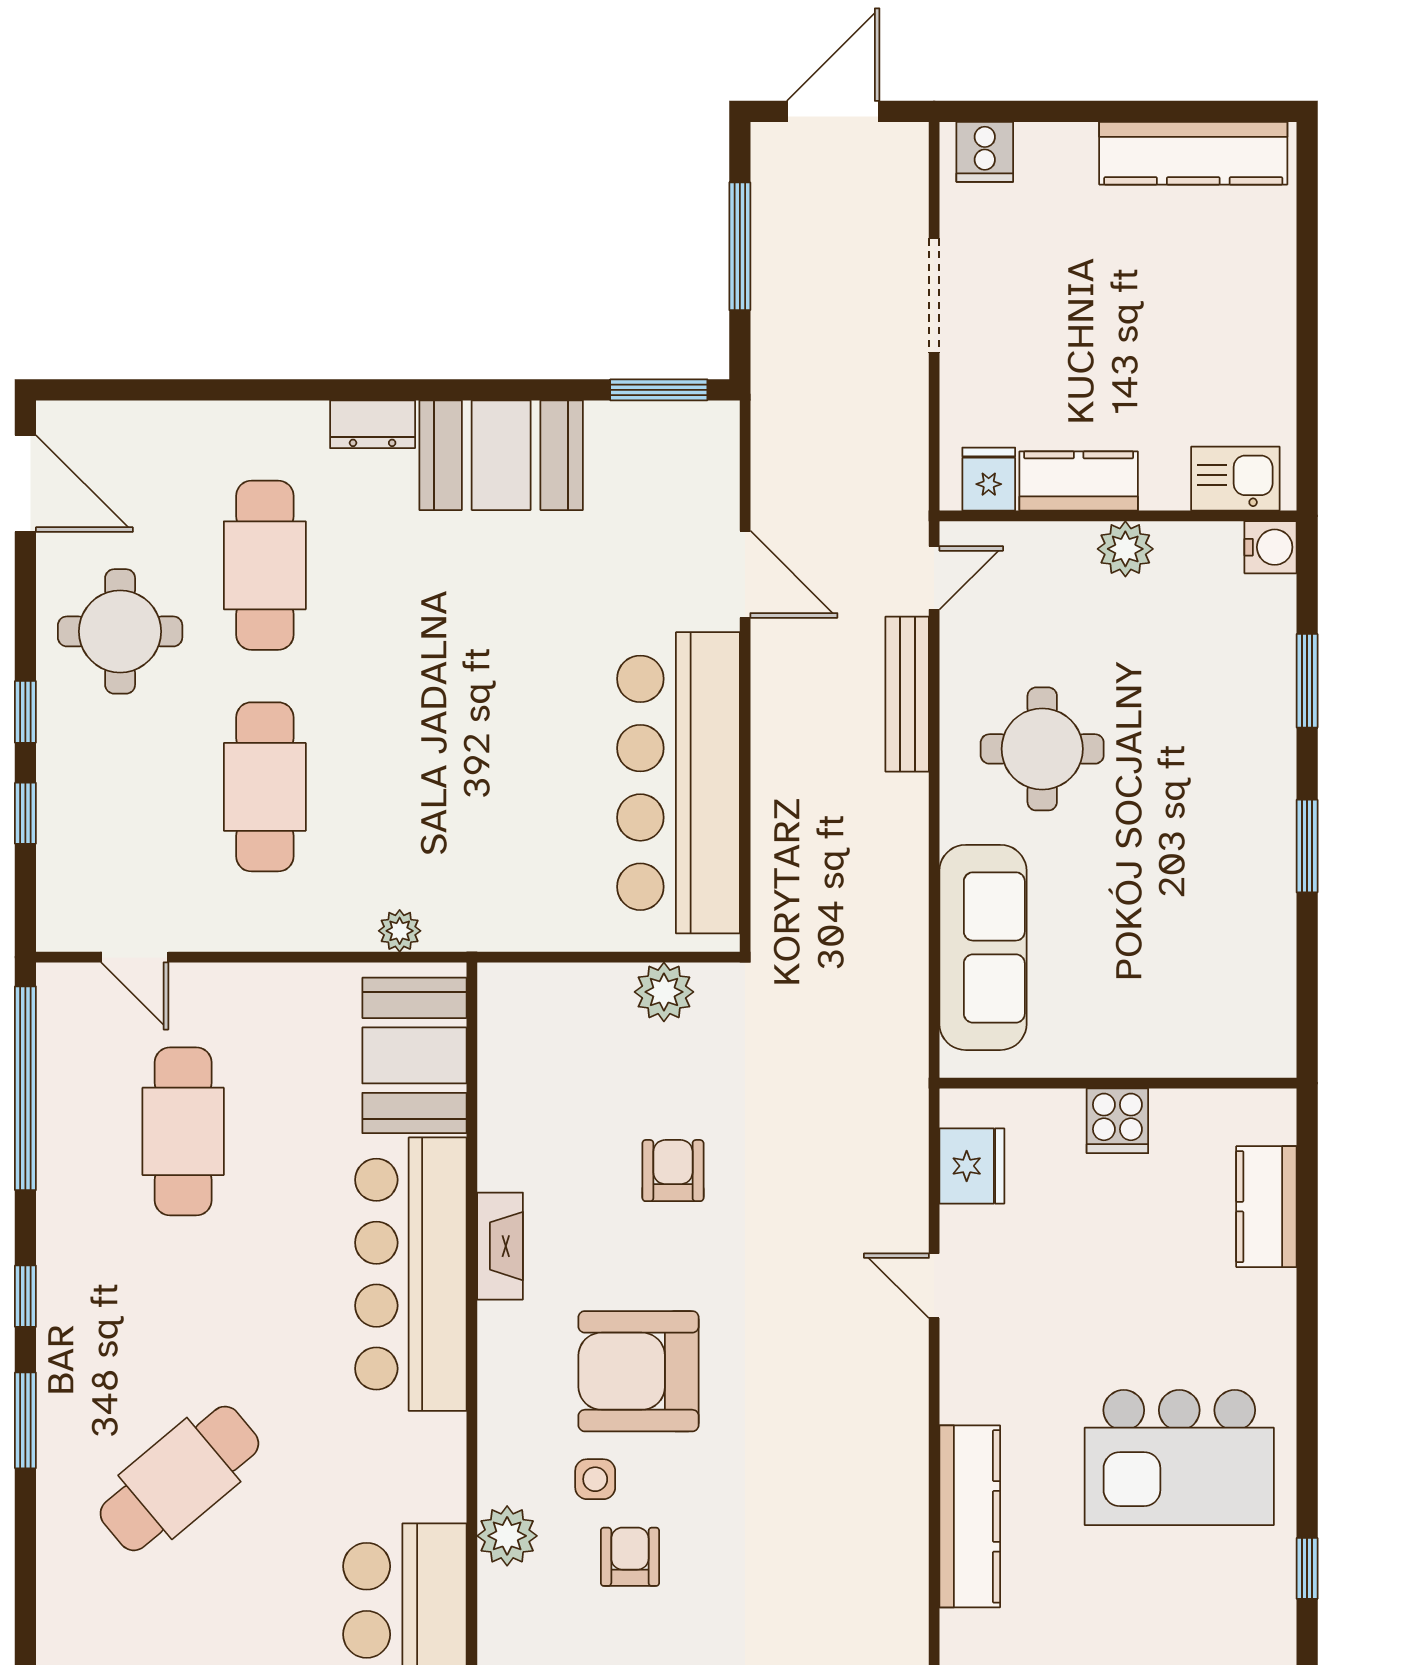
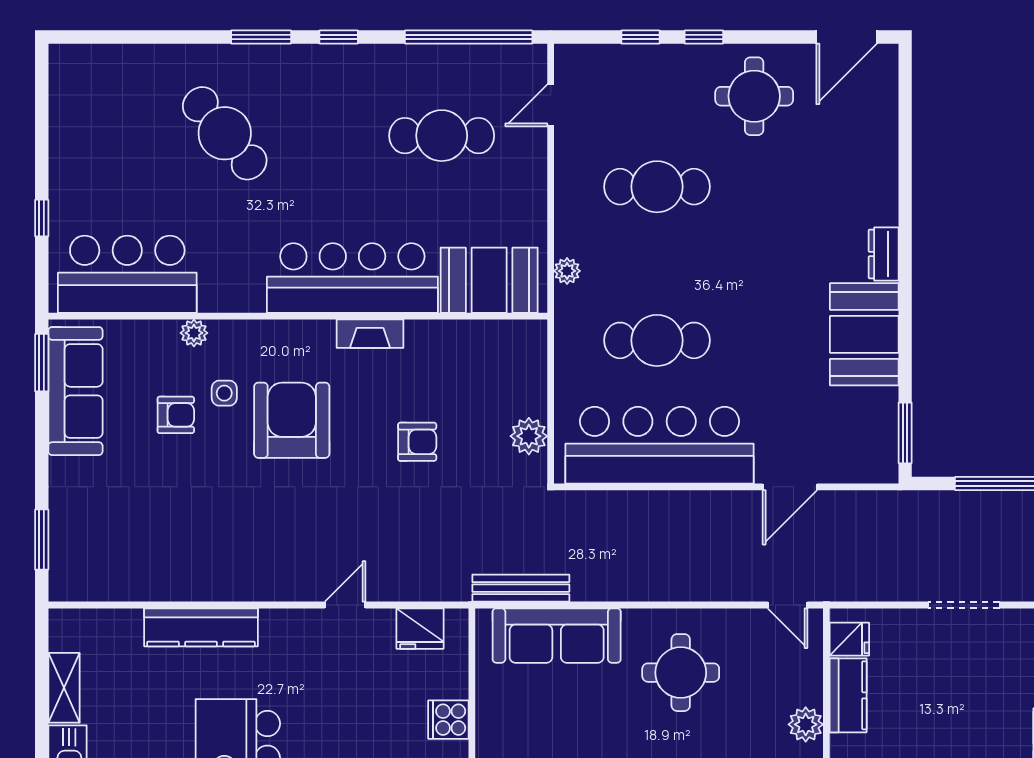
cafe table: (265, 565) -> (657, 340), moved
bench: (907, 694) -> (521, 588), moved
plant: (507, 1536) -> (194, 333), width x0.73, depth x0.73

